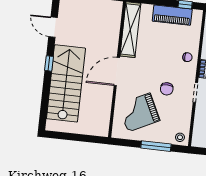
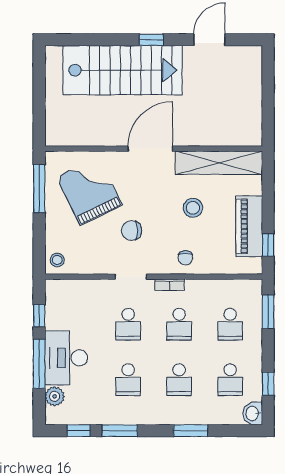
stool: (157, 49) -> (193, 208), added
door: (117, 72) -> (150, 149), hinge flipped
window: (156, 146) -> (39, 189), moved

